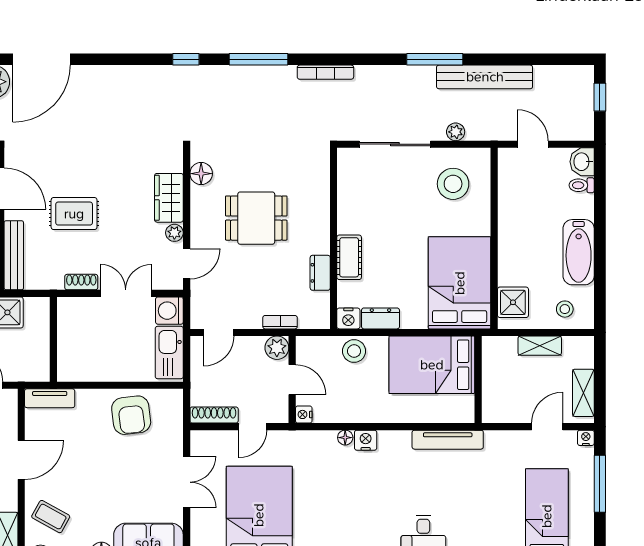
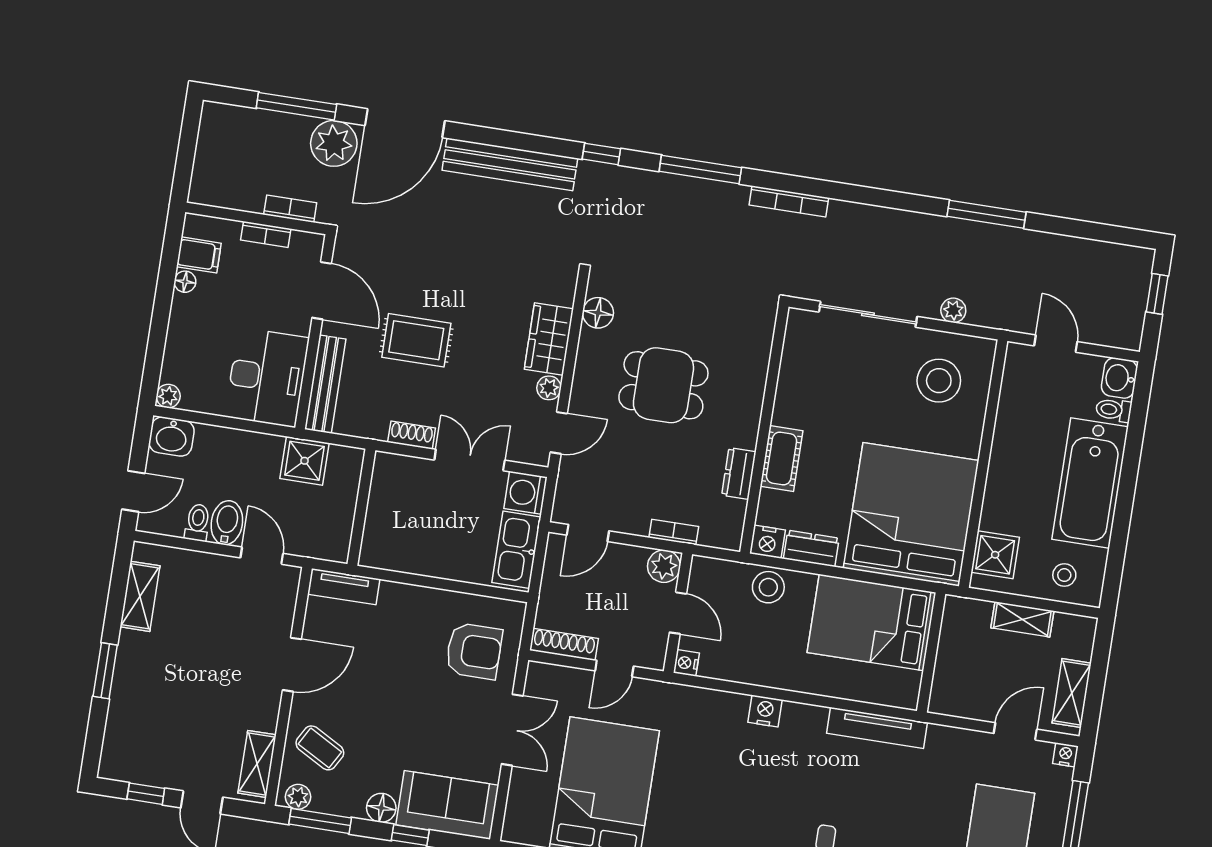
window: (435, 59) -> (987, 214), moved
bench: (485, 77) -> (510, 164), moved
bathtub: (579, 252) -> (1090, 483), width x1.36, depth x1.36
bed: (460, 283) -> (911, 514), width x1.36
armchair: (131, 415) -> (474, 651), moved, turned -83
floor lamp: (345, 438) -> (738, 703), removed

